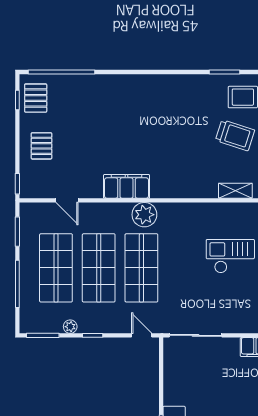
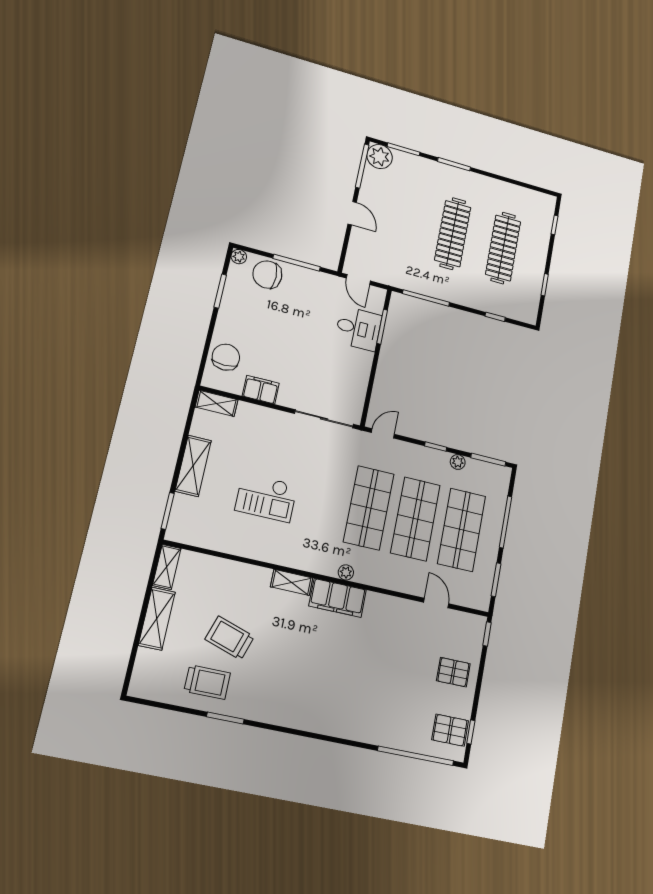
pallet: (36, 98) -> (450, 730), turned 90
pallet: (41, 146) -> (453, 672), turned 90
filing cabinet: (127, 186) -> (338, 598), moved
shelving: (235, 191) -> (292, 582), moved
plant: (144, 215) -> (346, 572), width x0.53, depth x0.53
door: (142, 335) -> (383, 433), swing flipped

